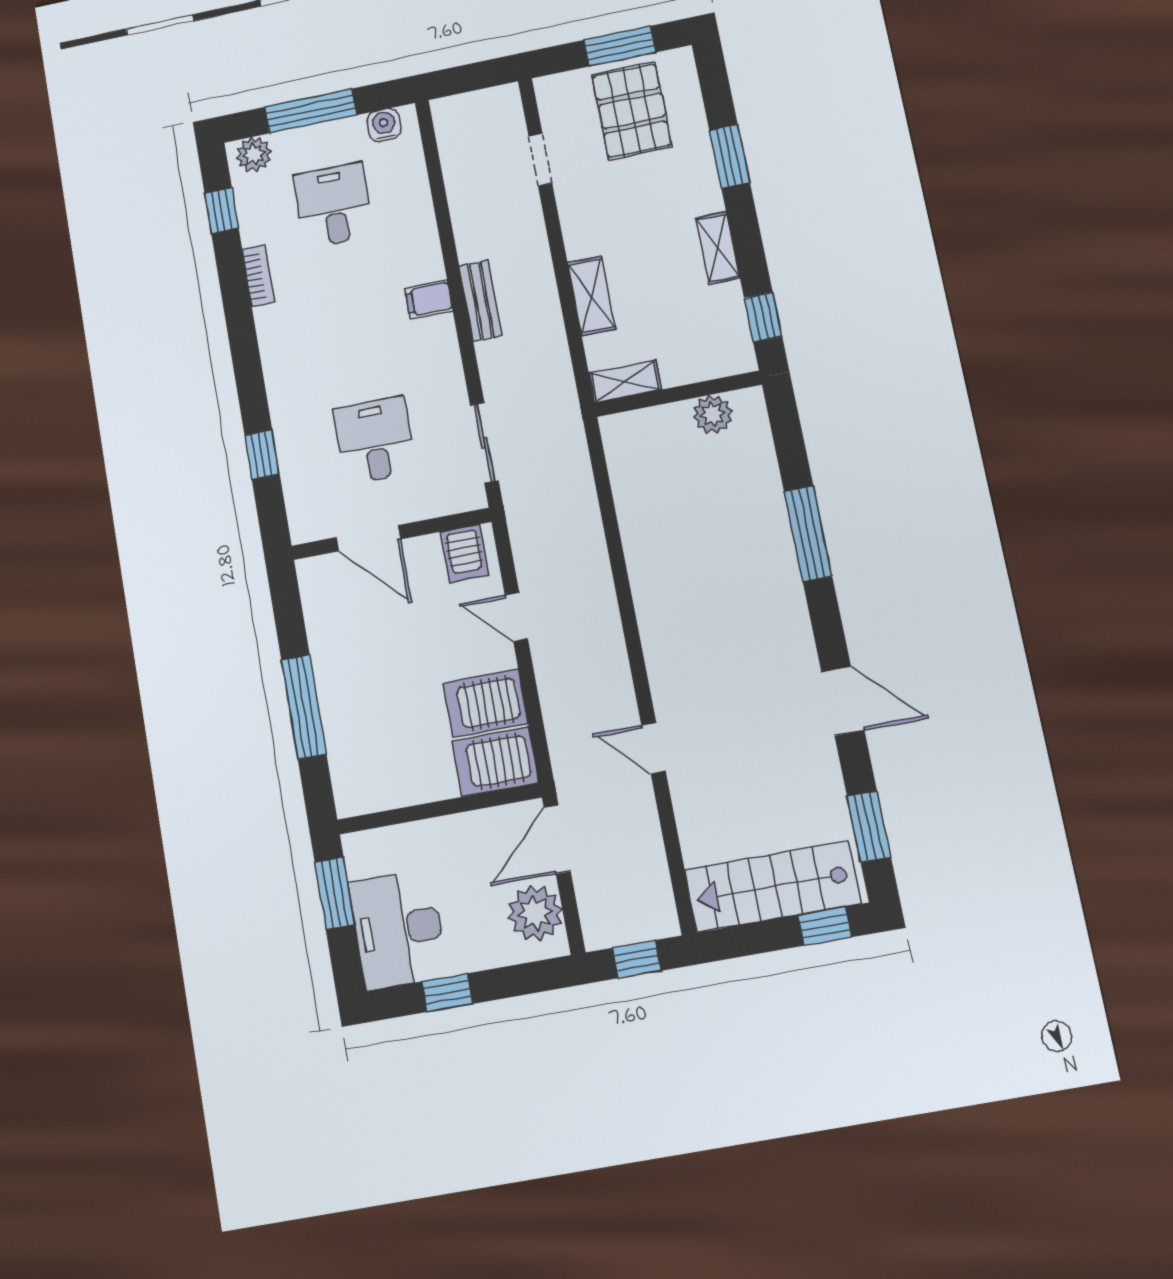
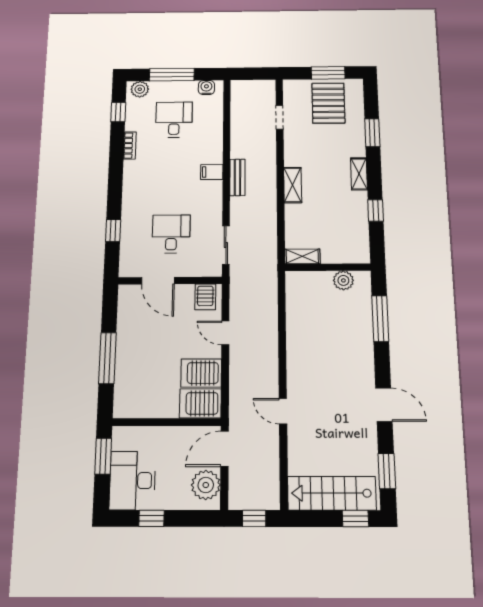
shelving: (625, 381) -> (302, 256), moved
wall: (678, 394) -> (328, 267), moved
plant: (713, 414) -> (343, 280), moved

